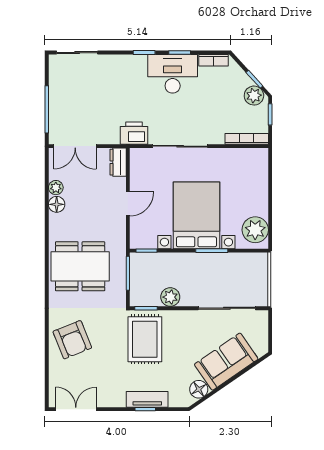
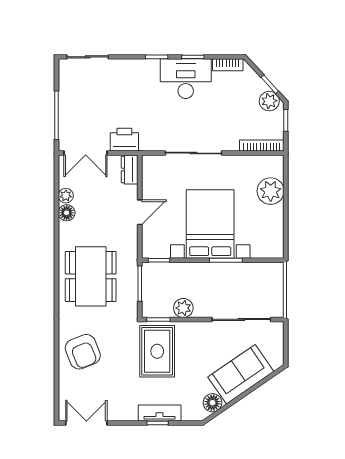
printer: (134, 133) -> (124, 140), moved
plant: (255, 230) -> (271, 191), moved
dining table: (80, 266) -> (91, 276), turned 90

